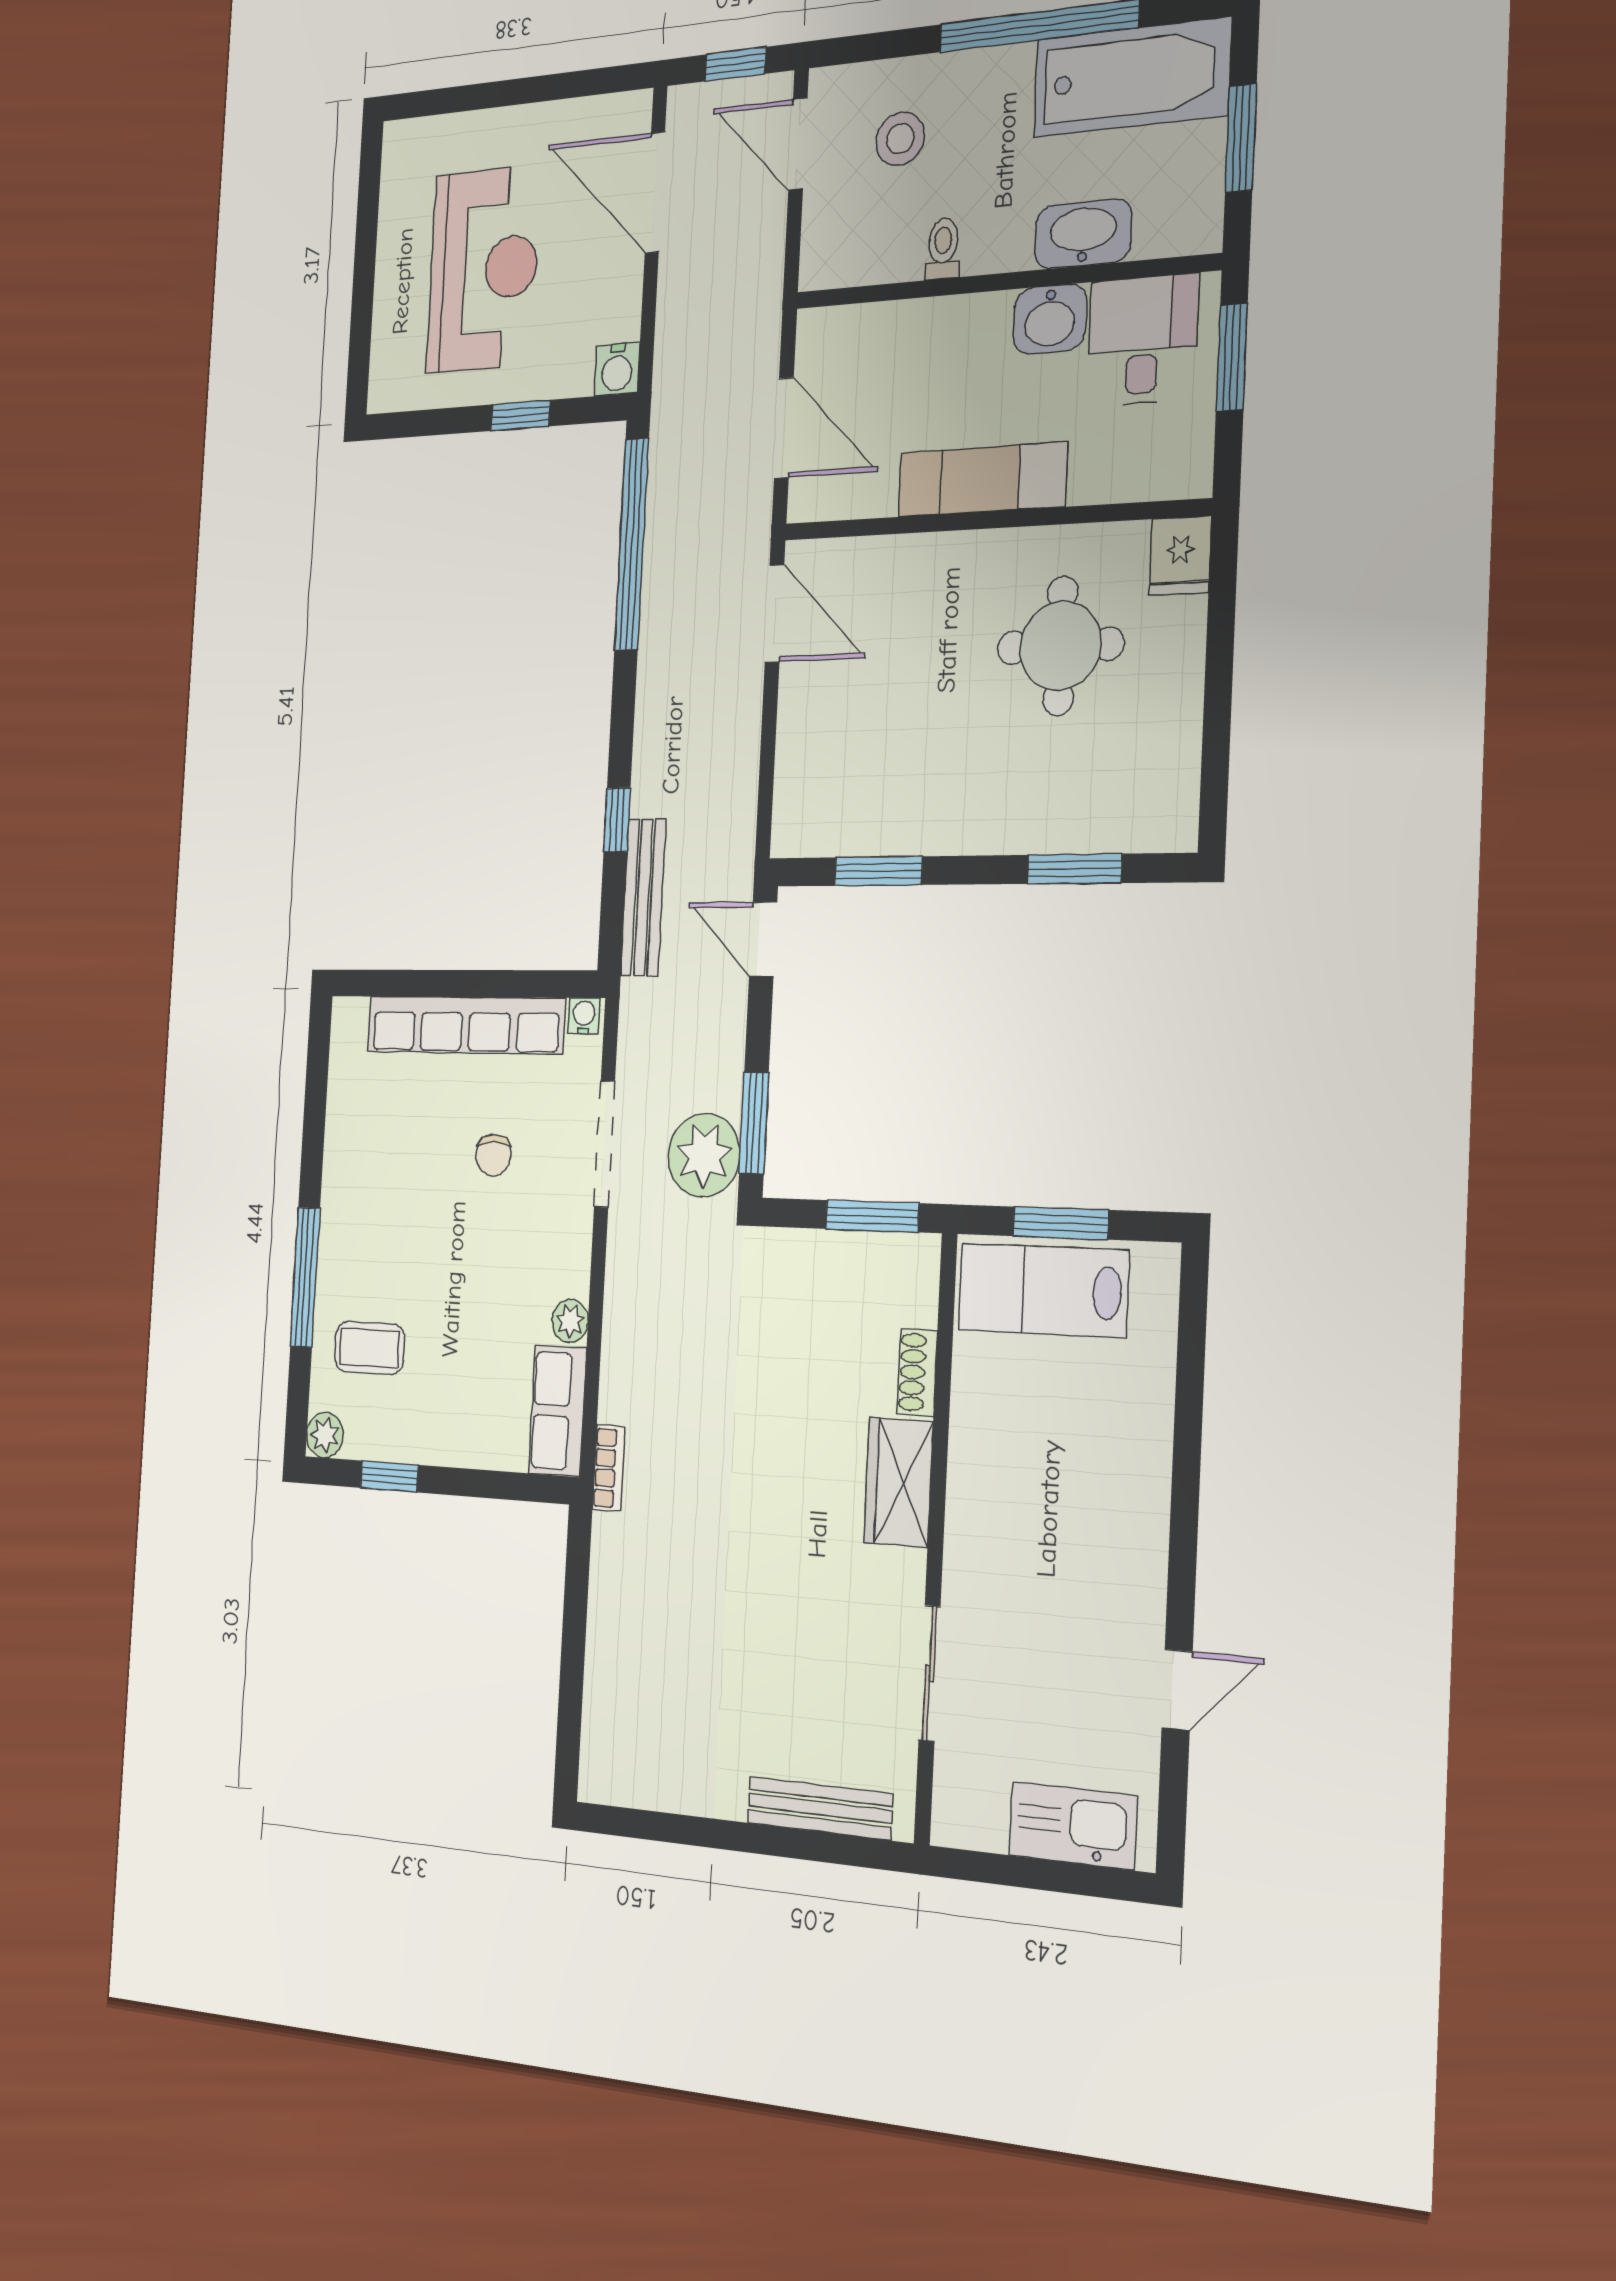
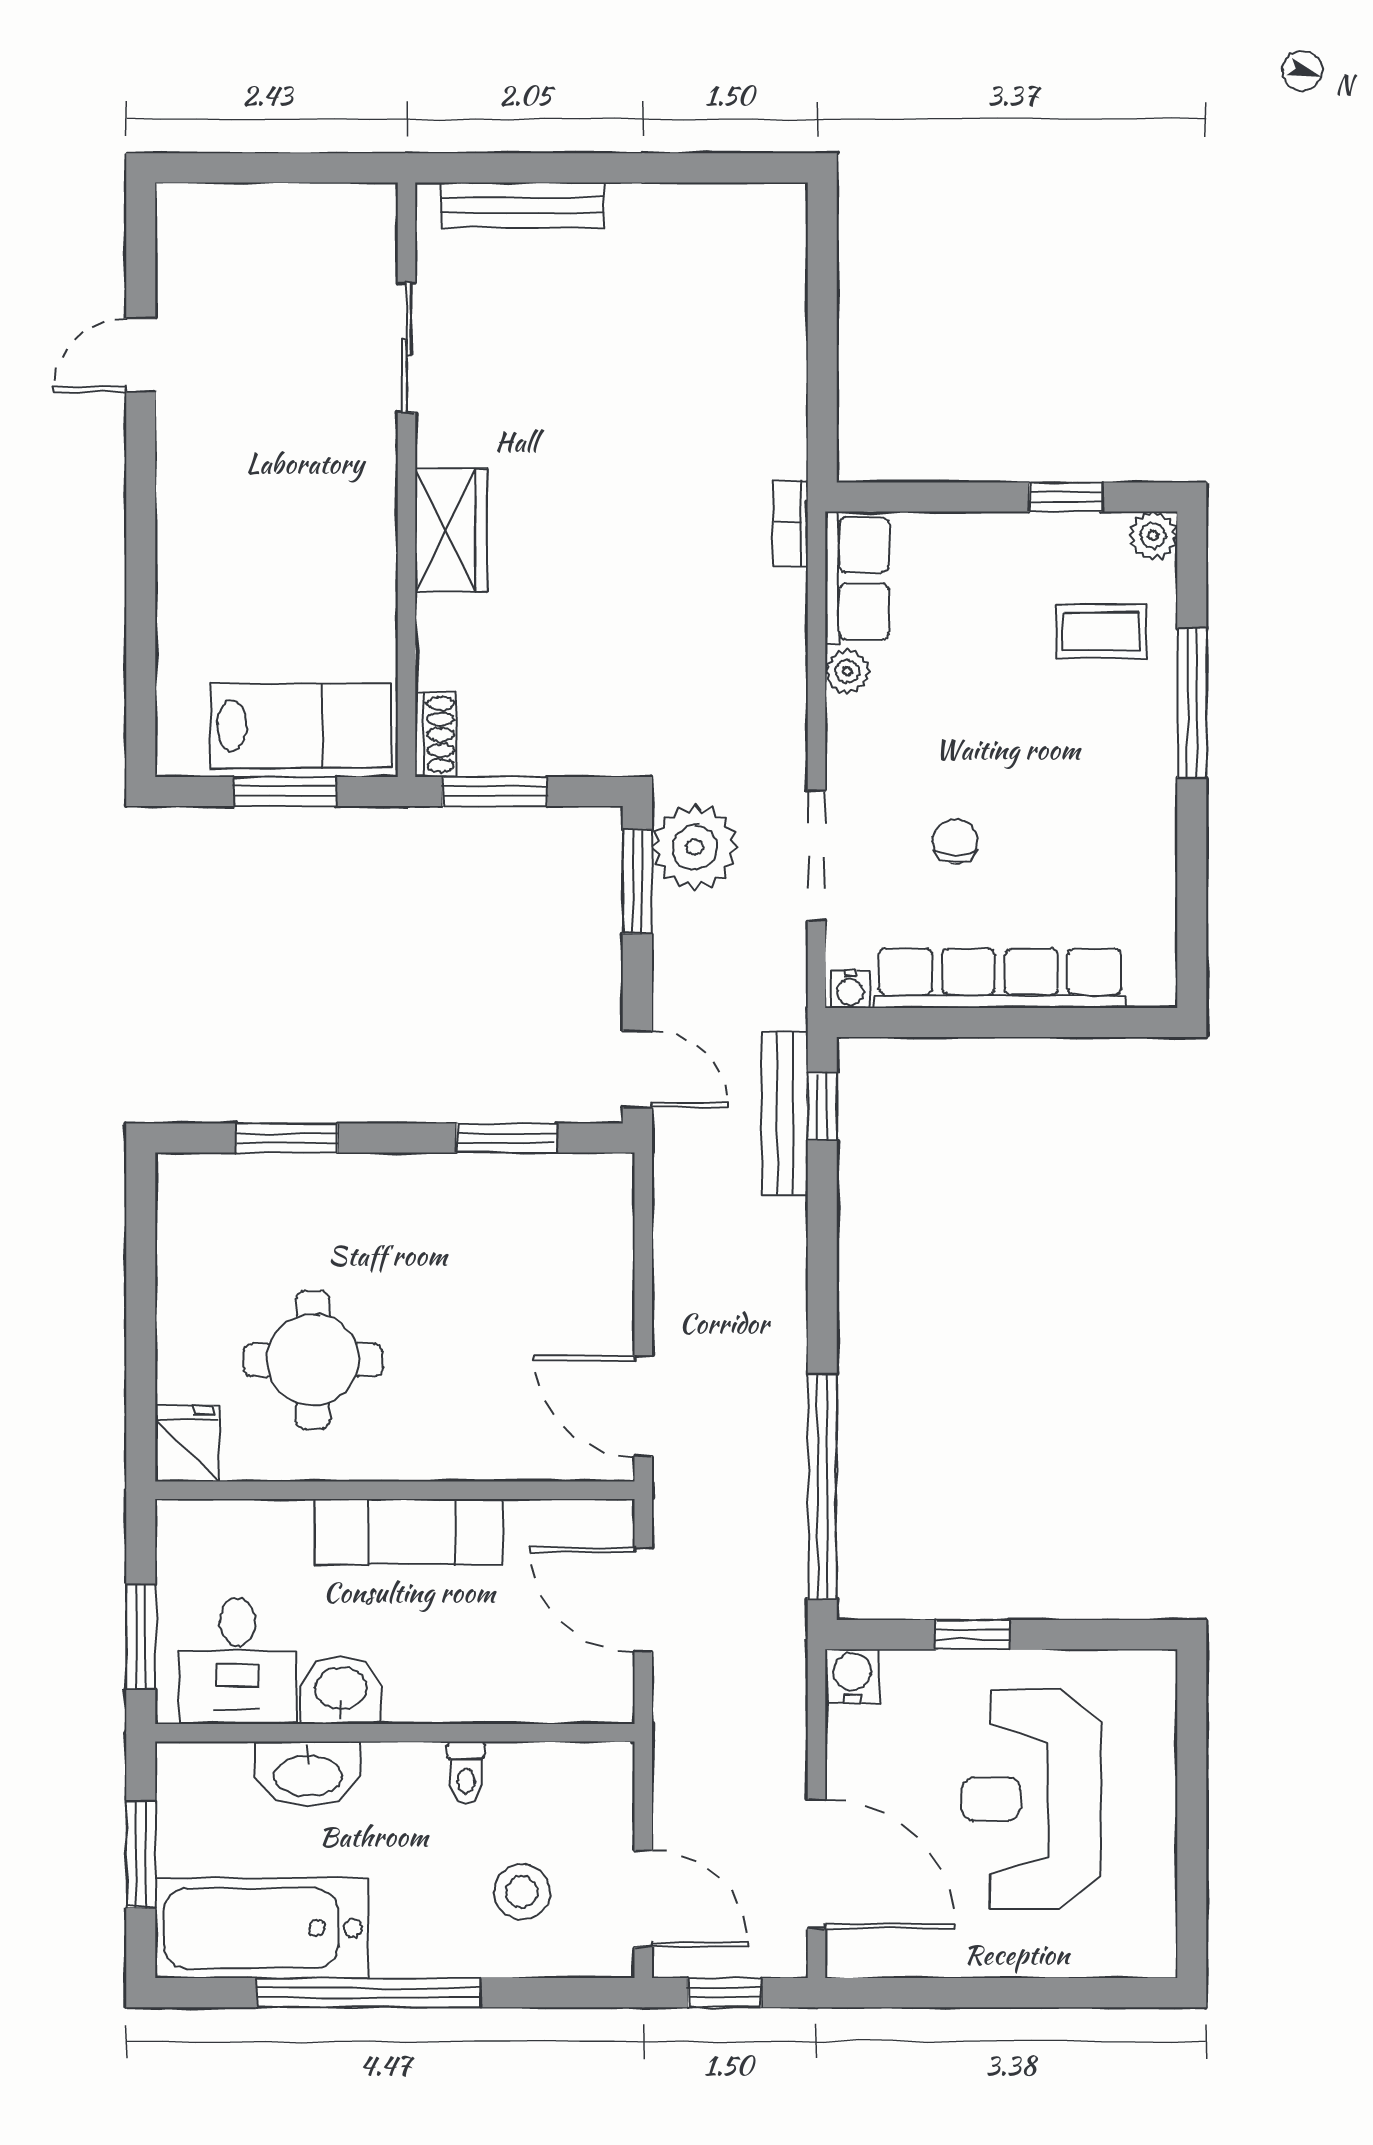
window: (617, 820) -> (822, 1107), moved
shoe rack: (917, 1372) -> (436, 735), moved
kitchen sink: (1073, 1826) -> (244, 217), removed

